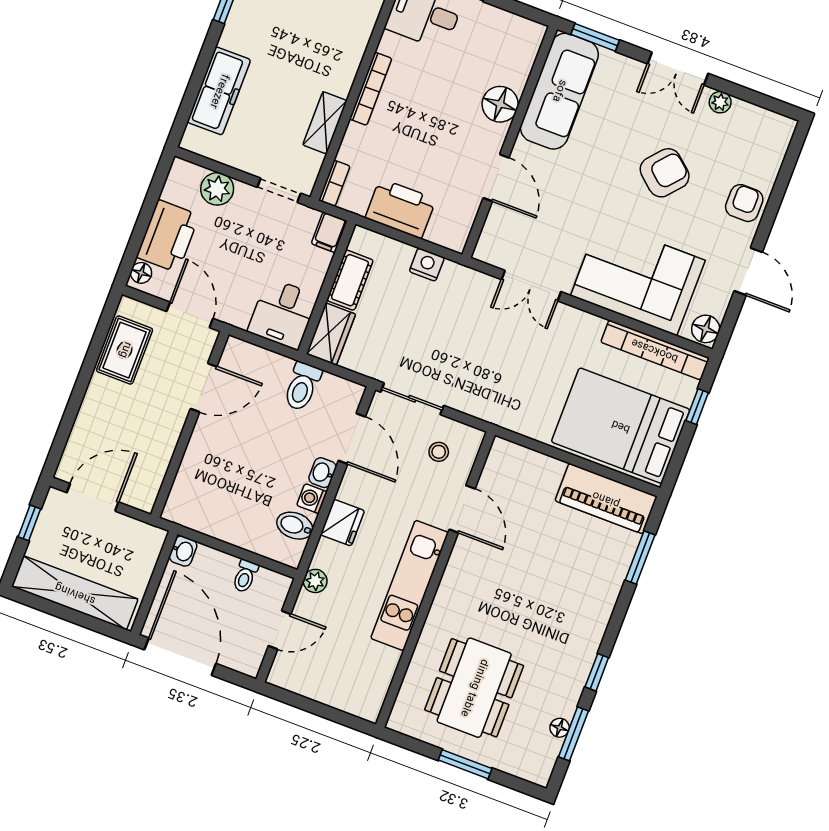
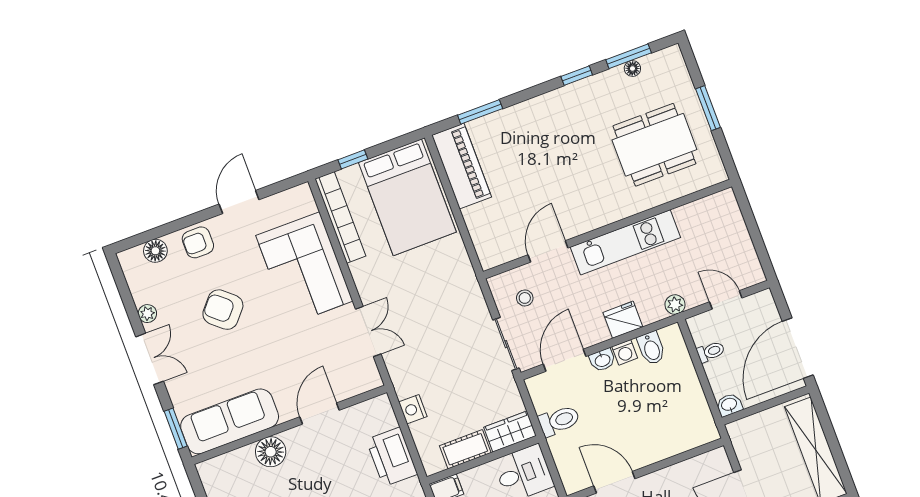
floor lamp: (706, 329) -> (155, 251), moved

